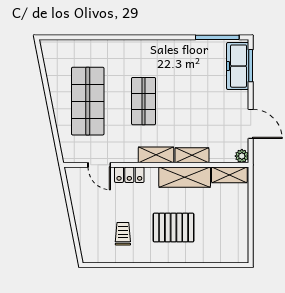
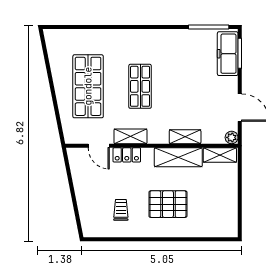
shelving: (156, 155) -> (130, 136), moved

